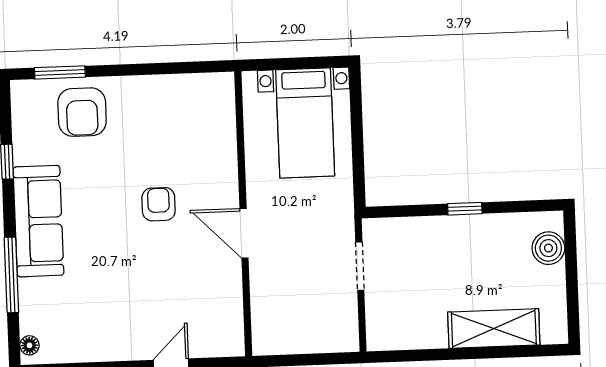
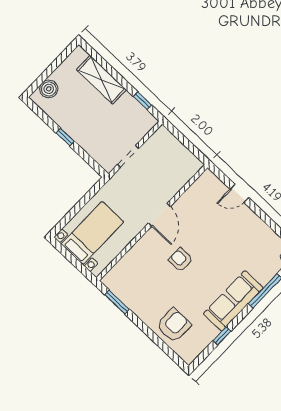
window: (60, 72) -> (117, 302), moved
armchair: (159, 204) -> (181, 260), turned 90
window: (414, 355) -> (143, 101), added

